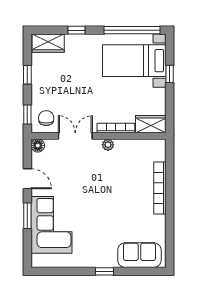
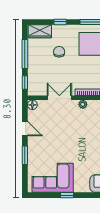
window: (27, 75) -> (25, 54), width x2.17
chair: (46, 118) -> (59, 52), moved
corner sofa: (51, 225) -> (53, 178), moved, turned -90
window: (104, 271) -> (67, 195), moved

